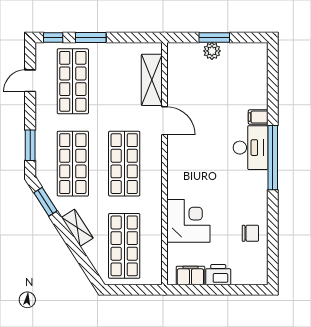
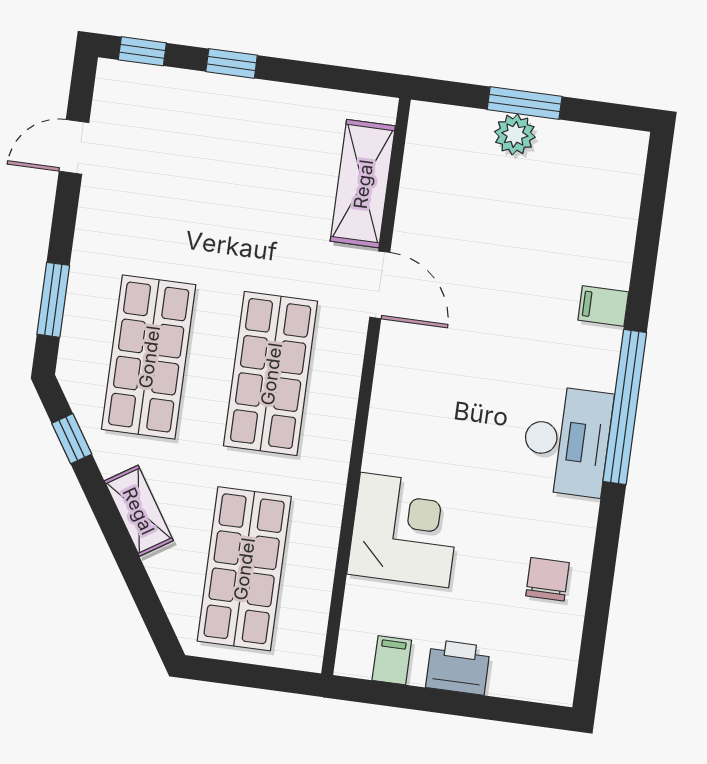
window: (91, 37) -> (232, 63), width x0.67
shop shelf: (73, 81) -> (175, 162), removed
desk: (251, 148) -> (567, 441), moved
window: (46, 202) -> (72, 439), width x0.67
chair: (250, 233) -> (548, 579), turned -90
filing cabinet: (190, 275) -> (392, 660), width x0.50

